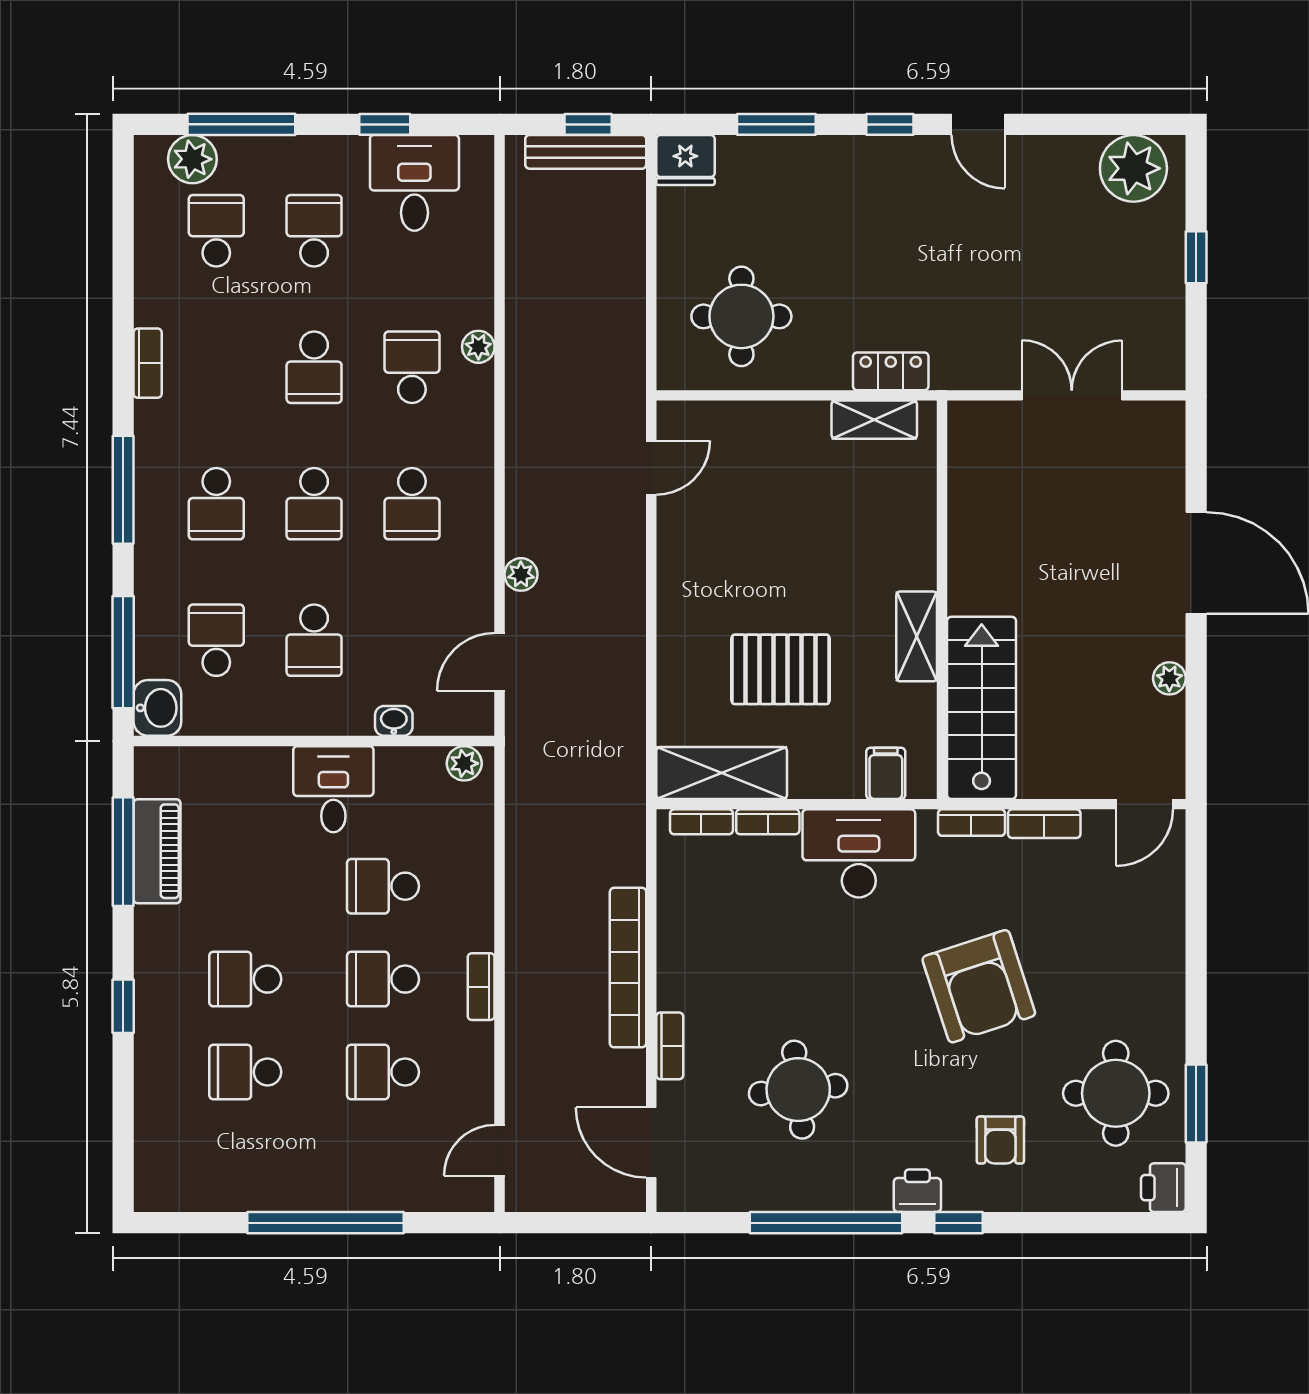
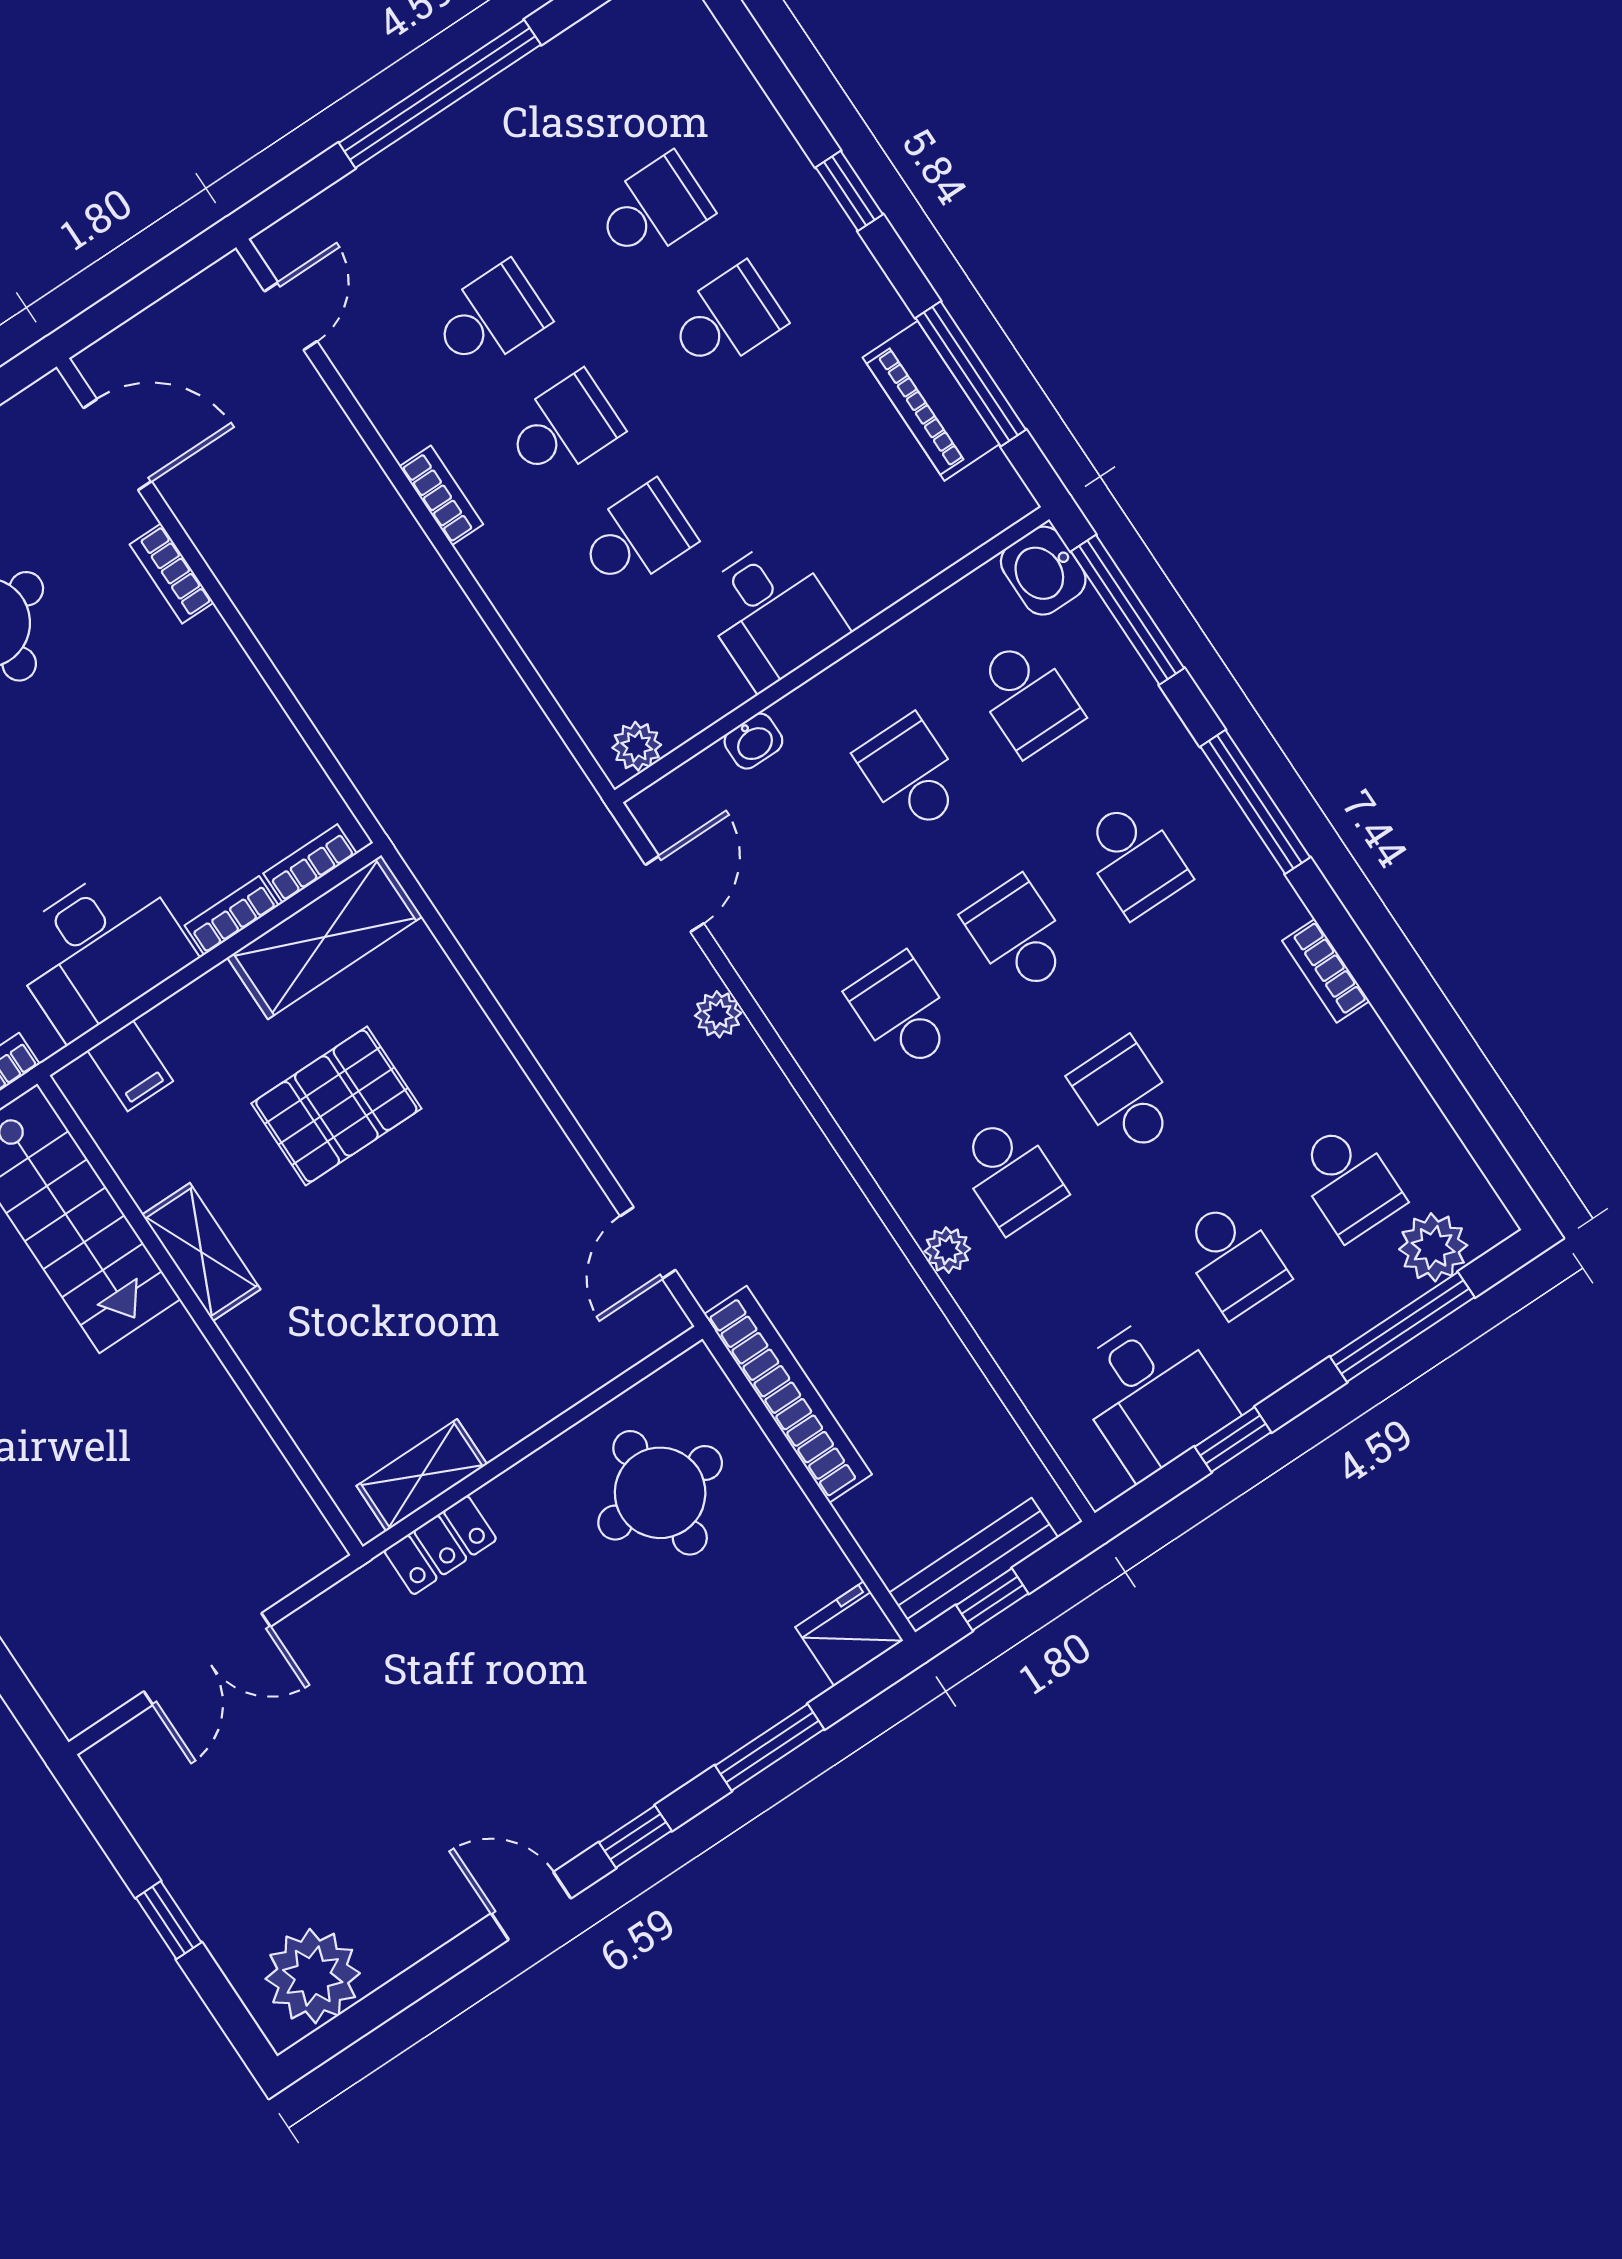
school desk: (216, 504) -> (1134, 859), turned 180
bookcase: (628, 968) -> (788, 1394), moved

